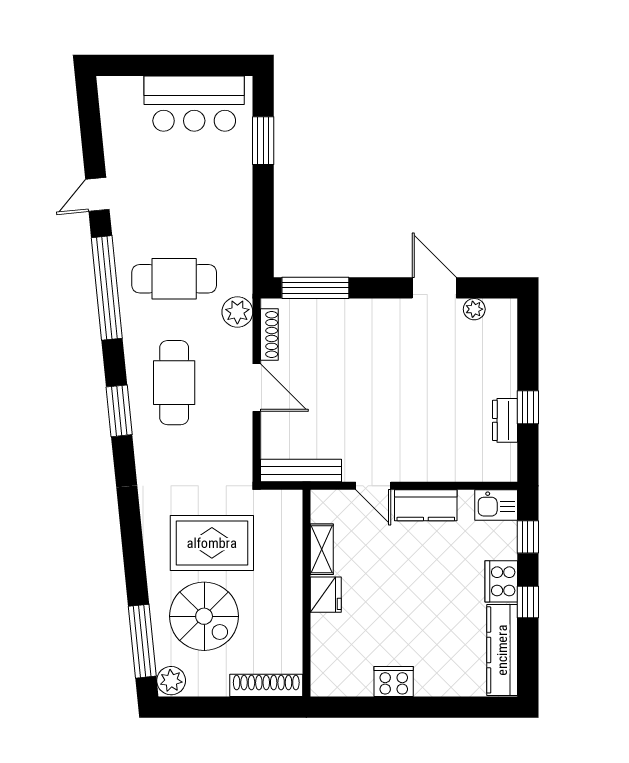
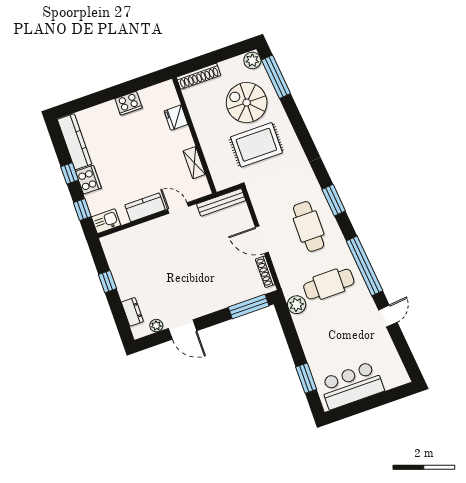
plant: (237, 312) -> (297, 305), moved
dresser: (505, 420) -> (132, 312), moved
fridge: (326, 595) -> (176, 118), moved

